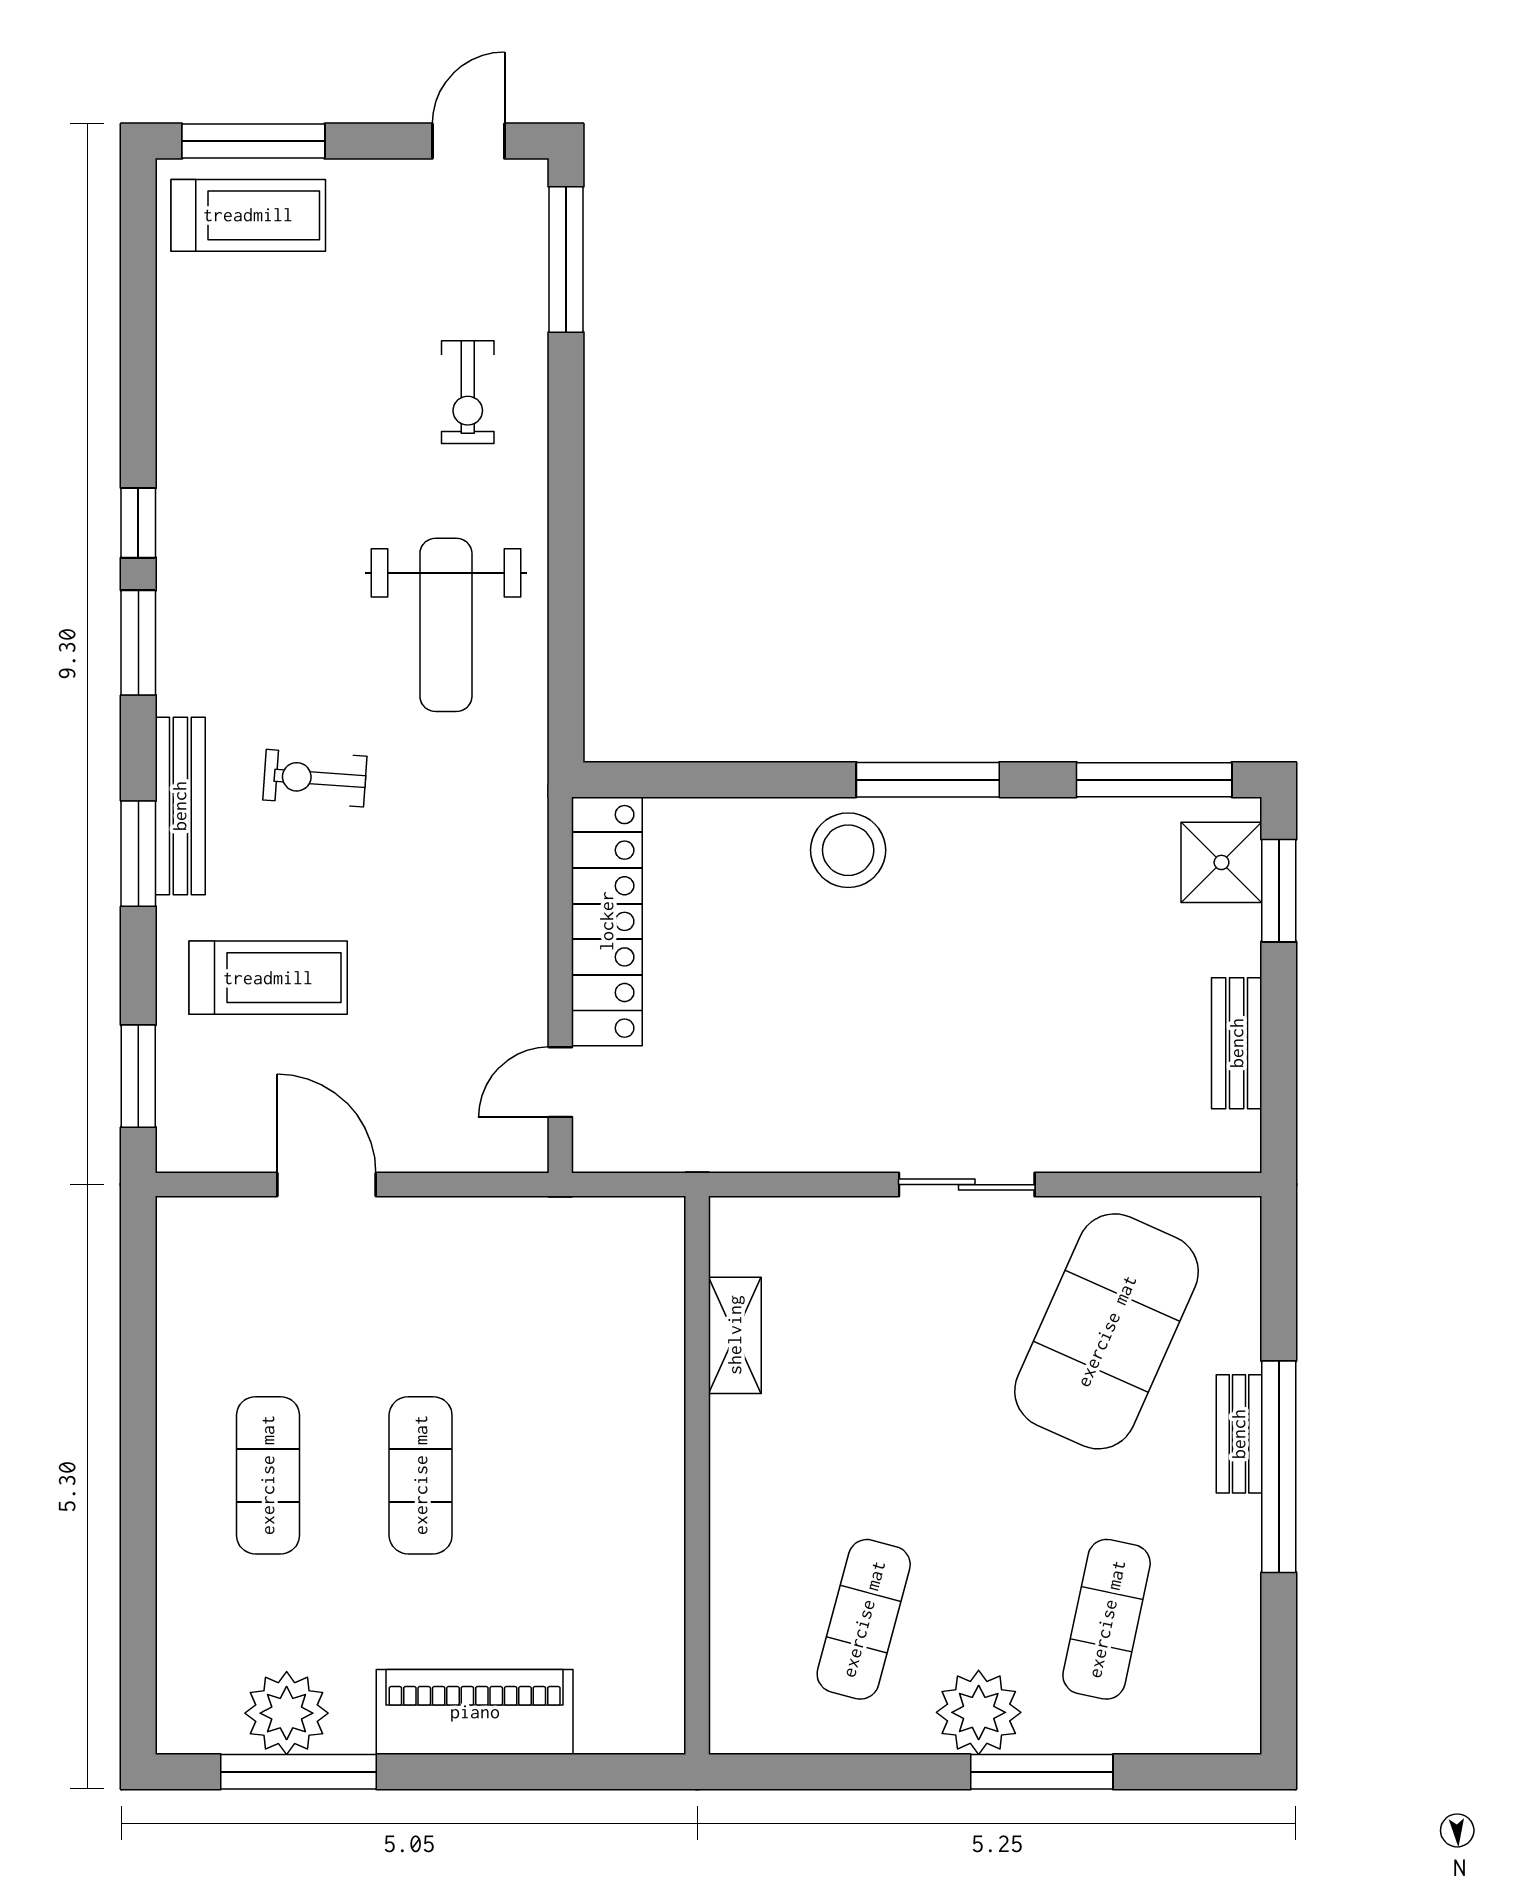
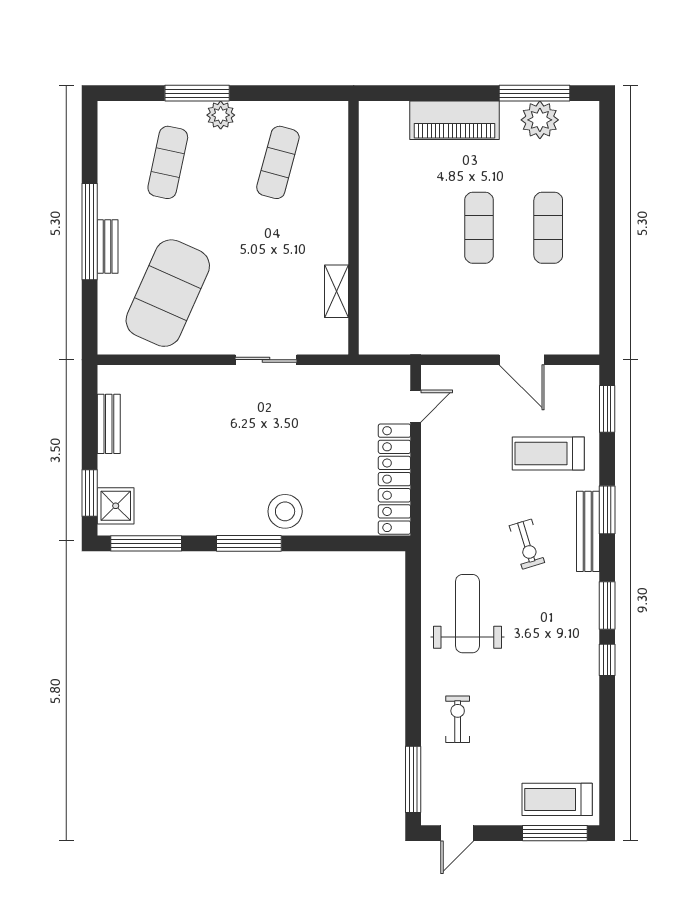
exercise bike: (315, 778) -> (527, 544), turned 69
sliding door: (967, 1185) -> (266, 360), moved
plant: (979, 1712) -> (221, 115), width x0.73, depth x0.73

